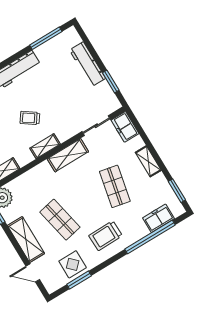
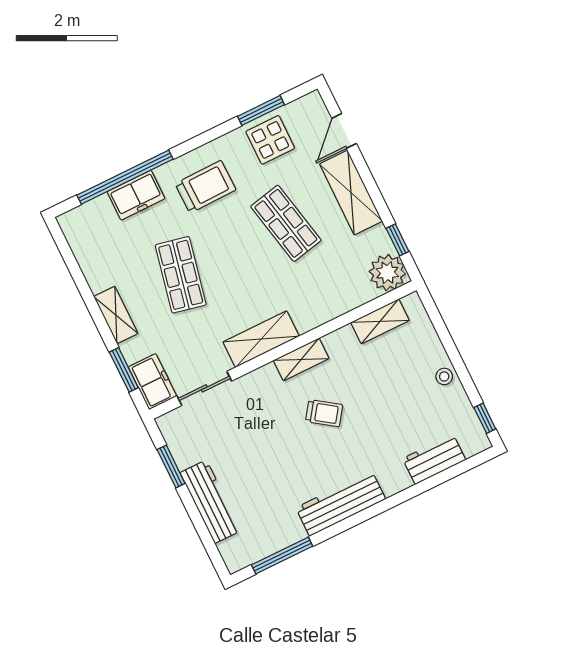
window: (177, 191) -> (124, 370), moved
freezer: (159, 218) -> (136, 195), moved
door: (33, 273) -> (344, 131), swing flipped

